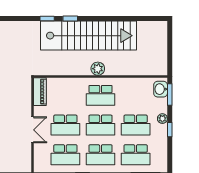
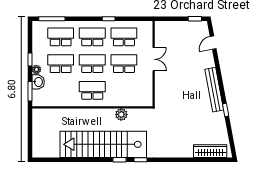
plant: (98, 69) -> (121, 114), moved
washbasin: (161, 89) -> (38, 82), moved
piano: (40, 92) -> (147, 94), removed
double door: (32, 130) -> (154, 59), swing flipped

